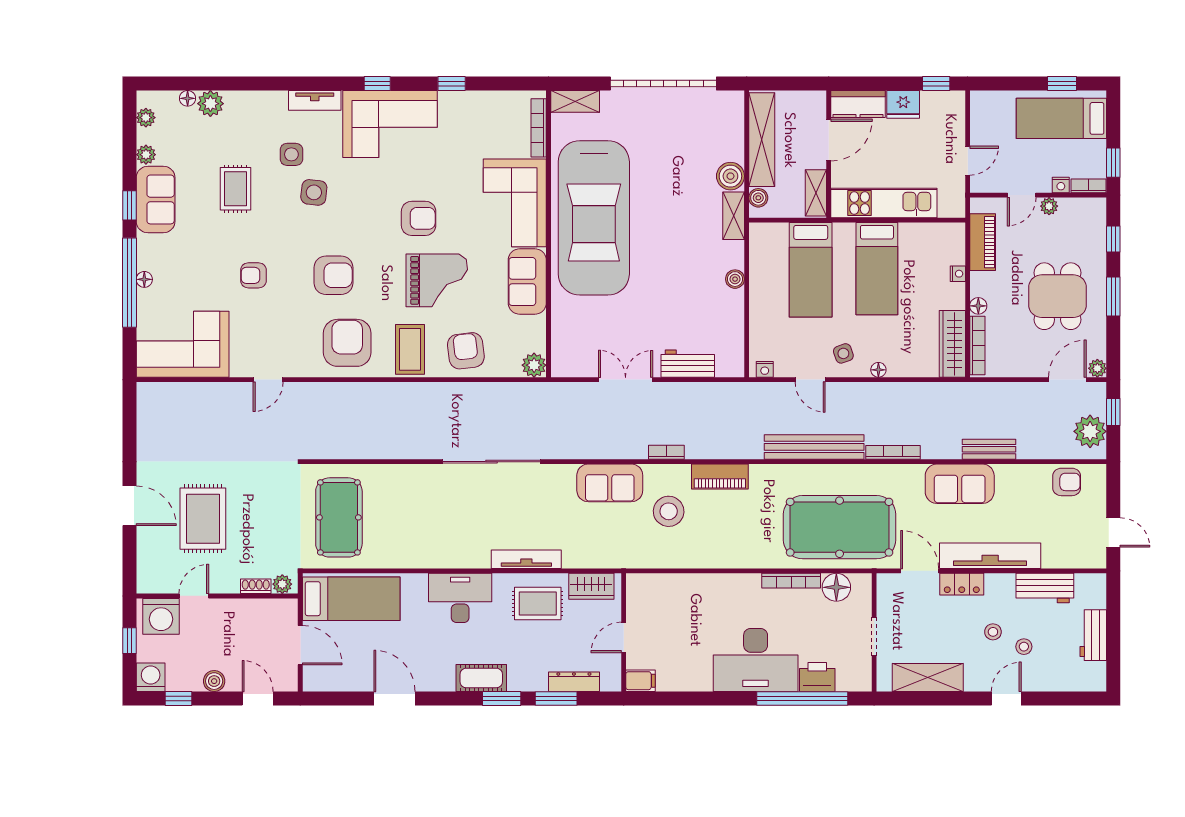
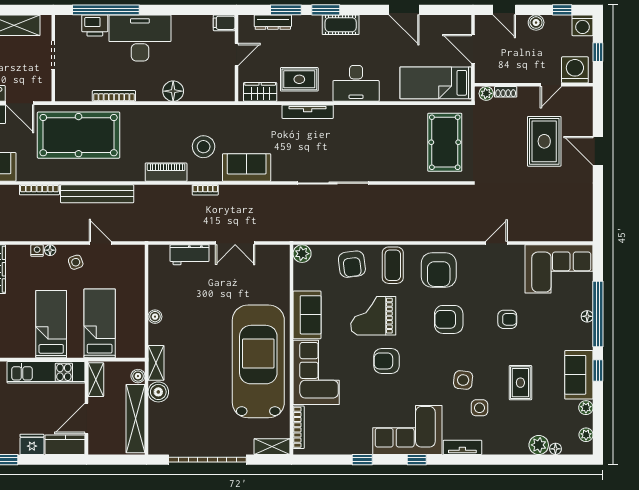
nightstand: (765, 369) -> (37, 251), moved
floor lamp: (836, 587) -> (173, 91), moved

